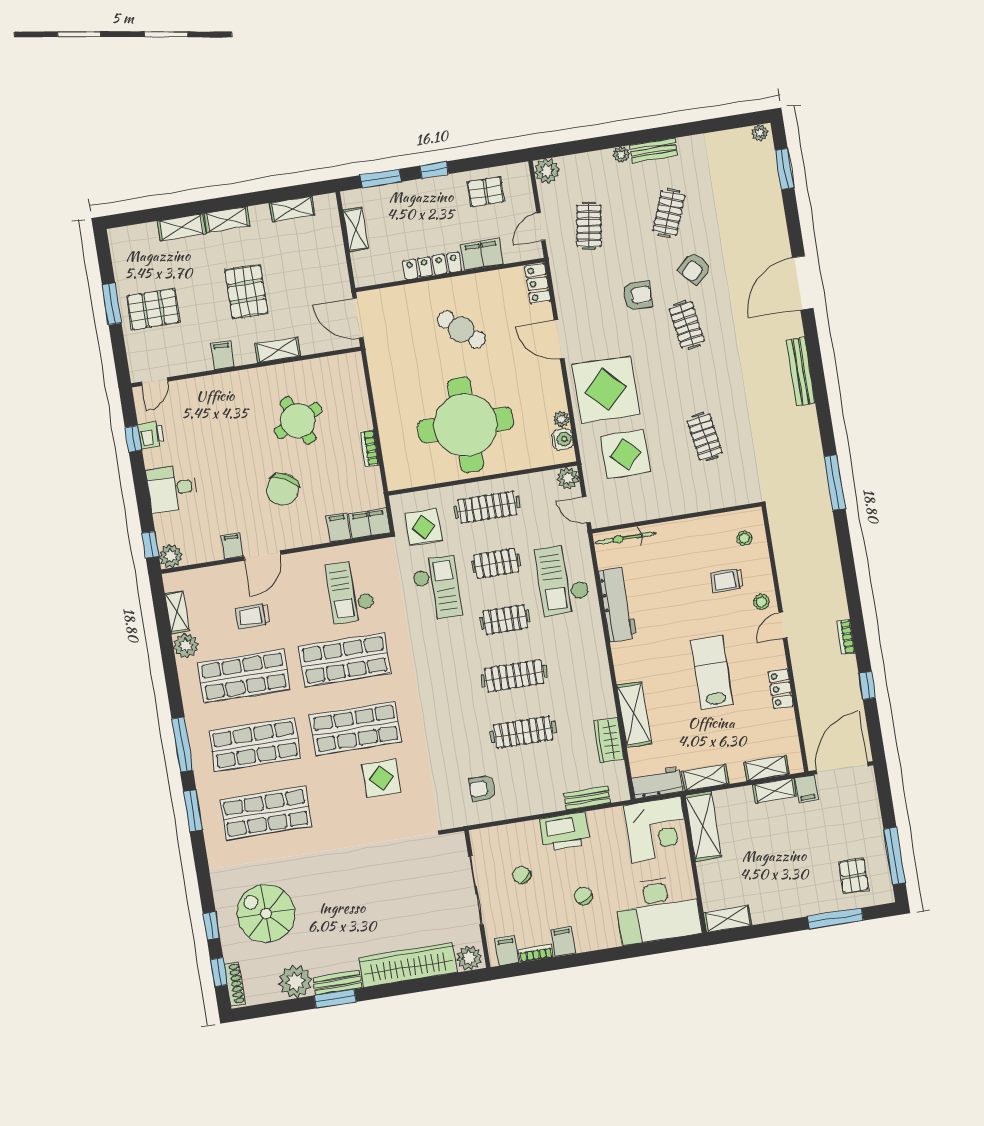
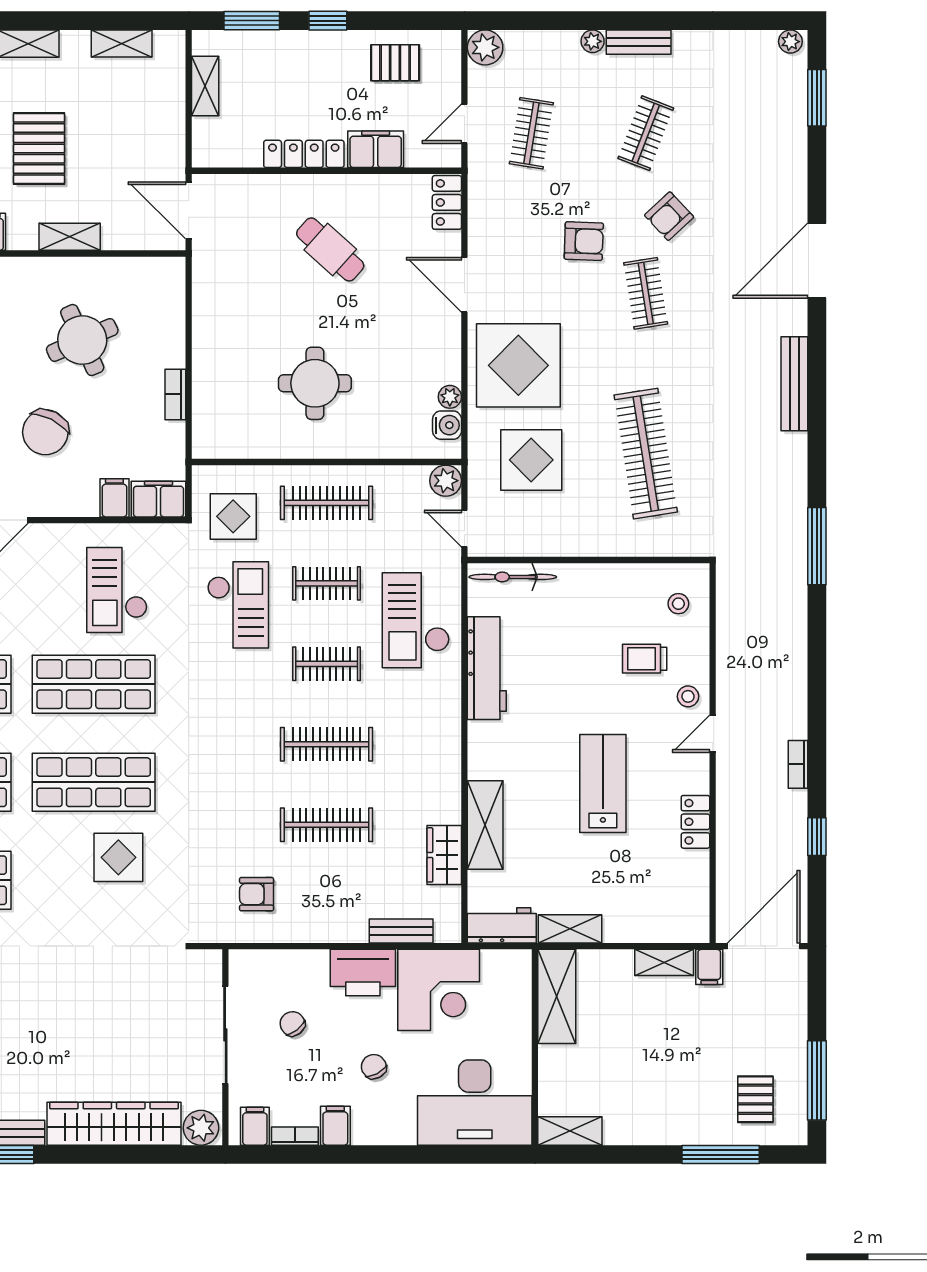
round table: (466, 425) -> (315, 383), width x0.54, depth x0.54
clothes rail: (705, 437) -> (646, 454), width x1.86, depth x1.31
shelving: (766, 768) -> (658, 930), removed
corner desk: (657, 829) -> (439, 990), moved

